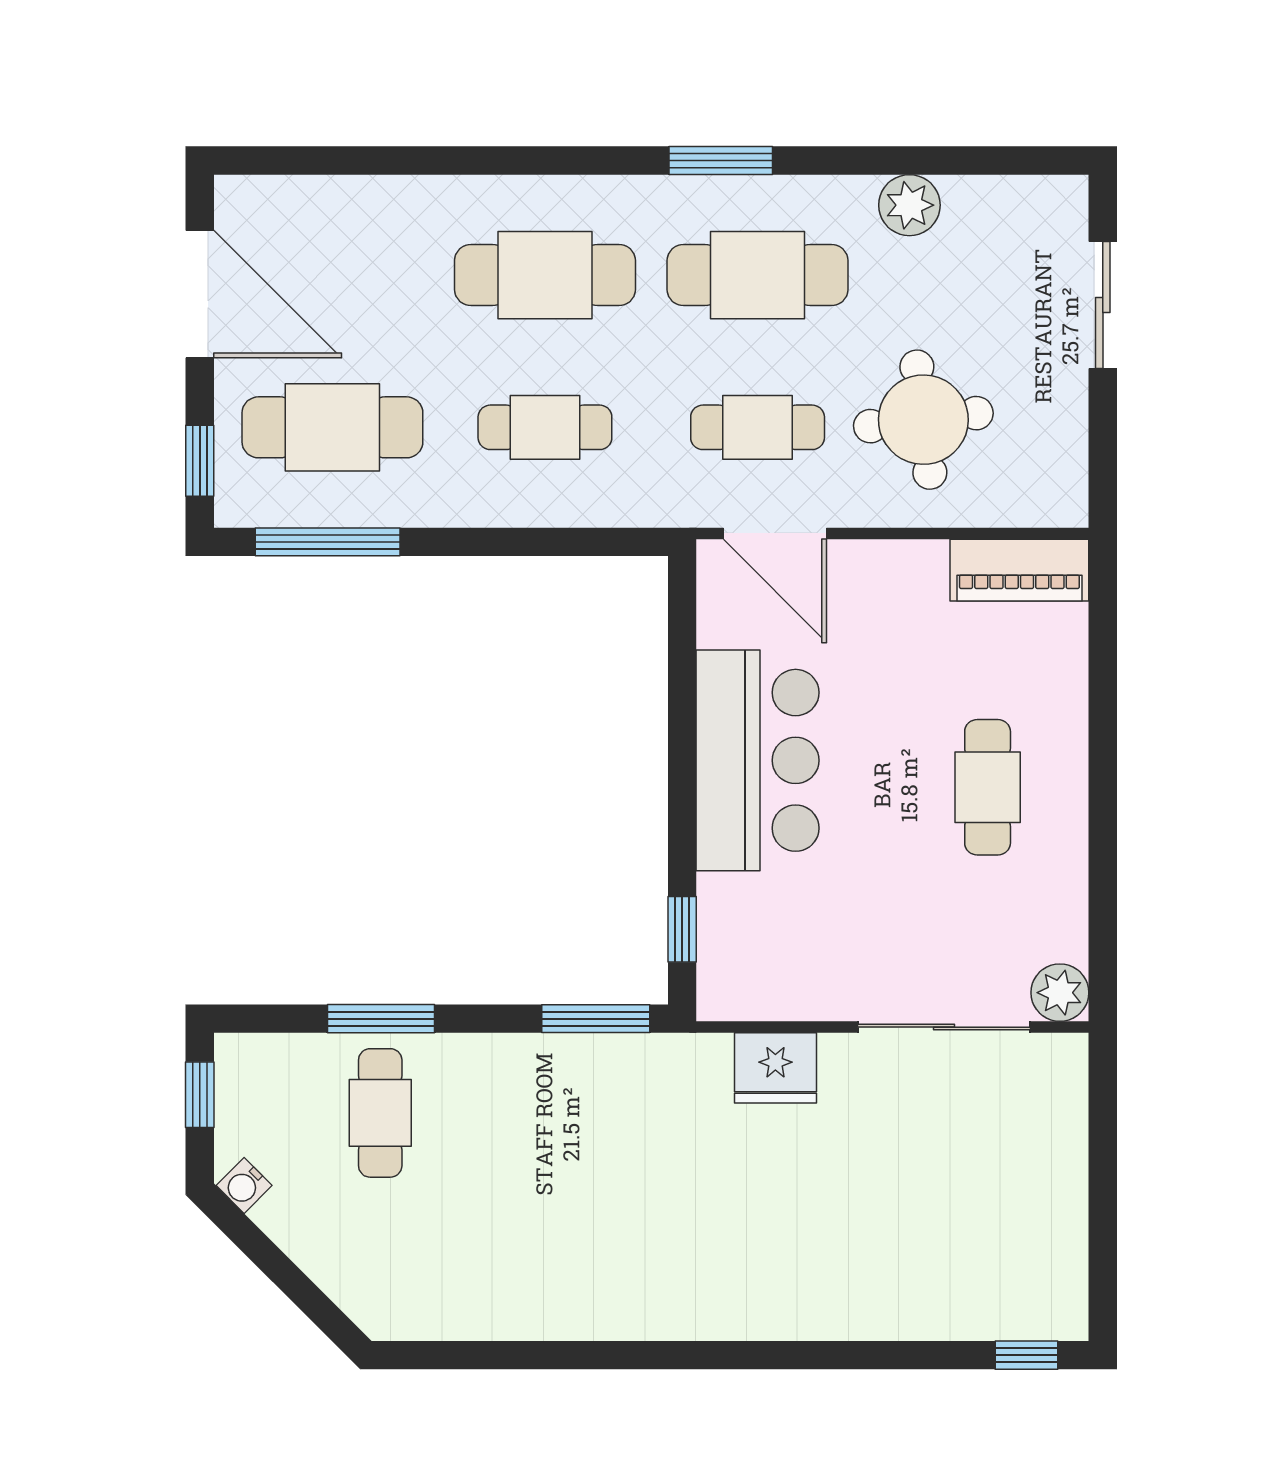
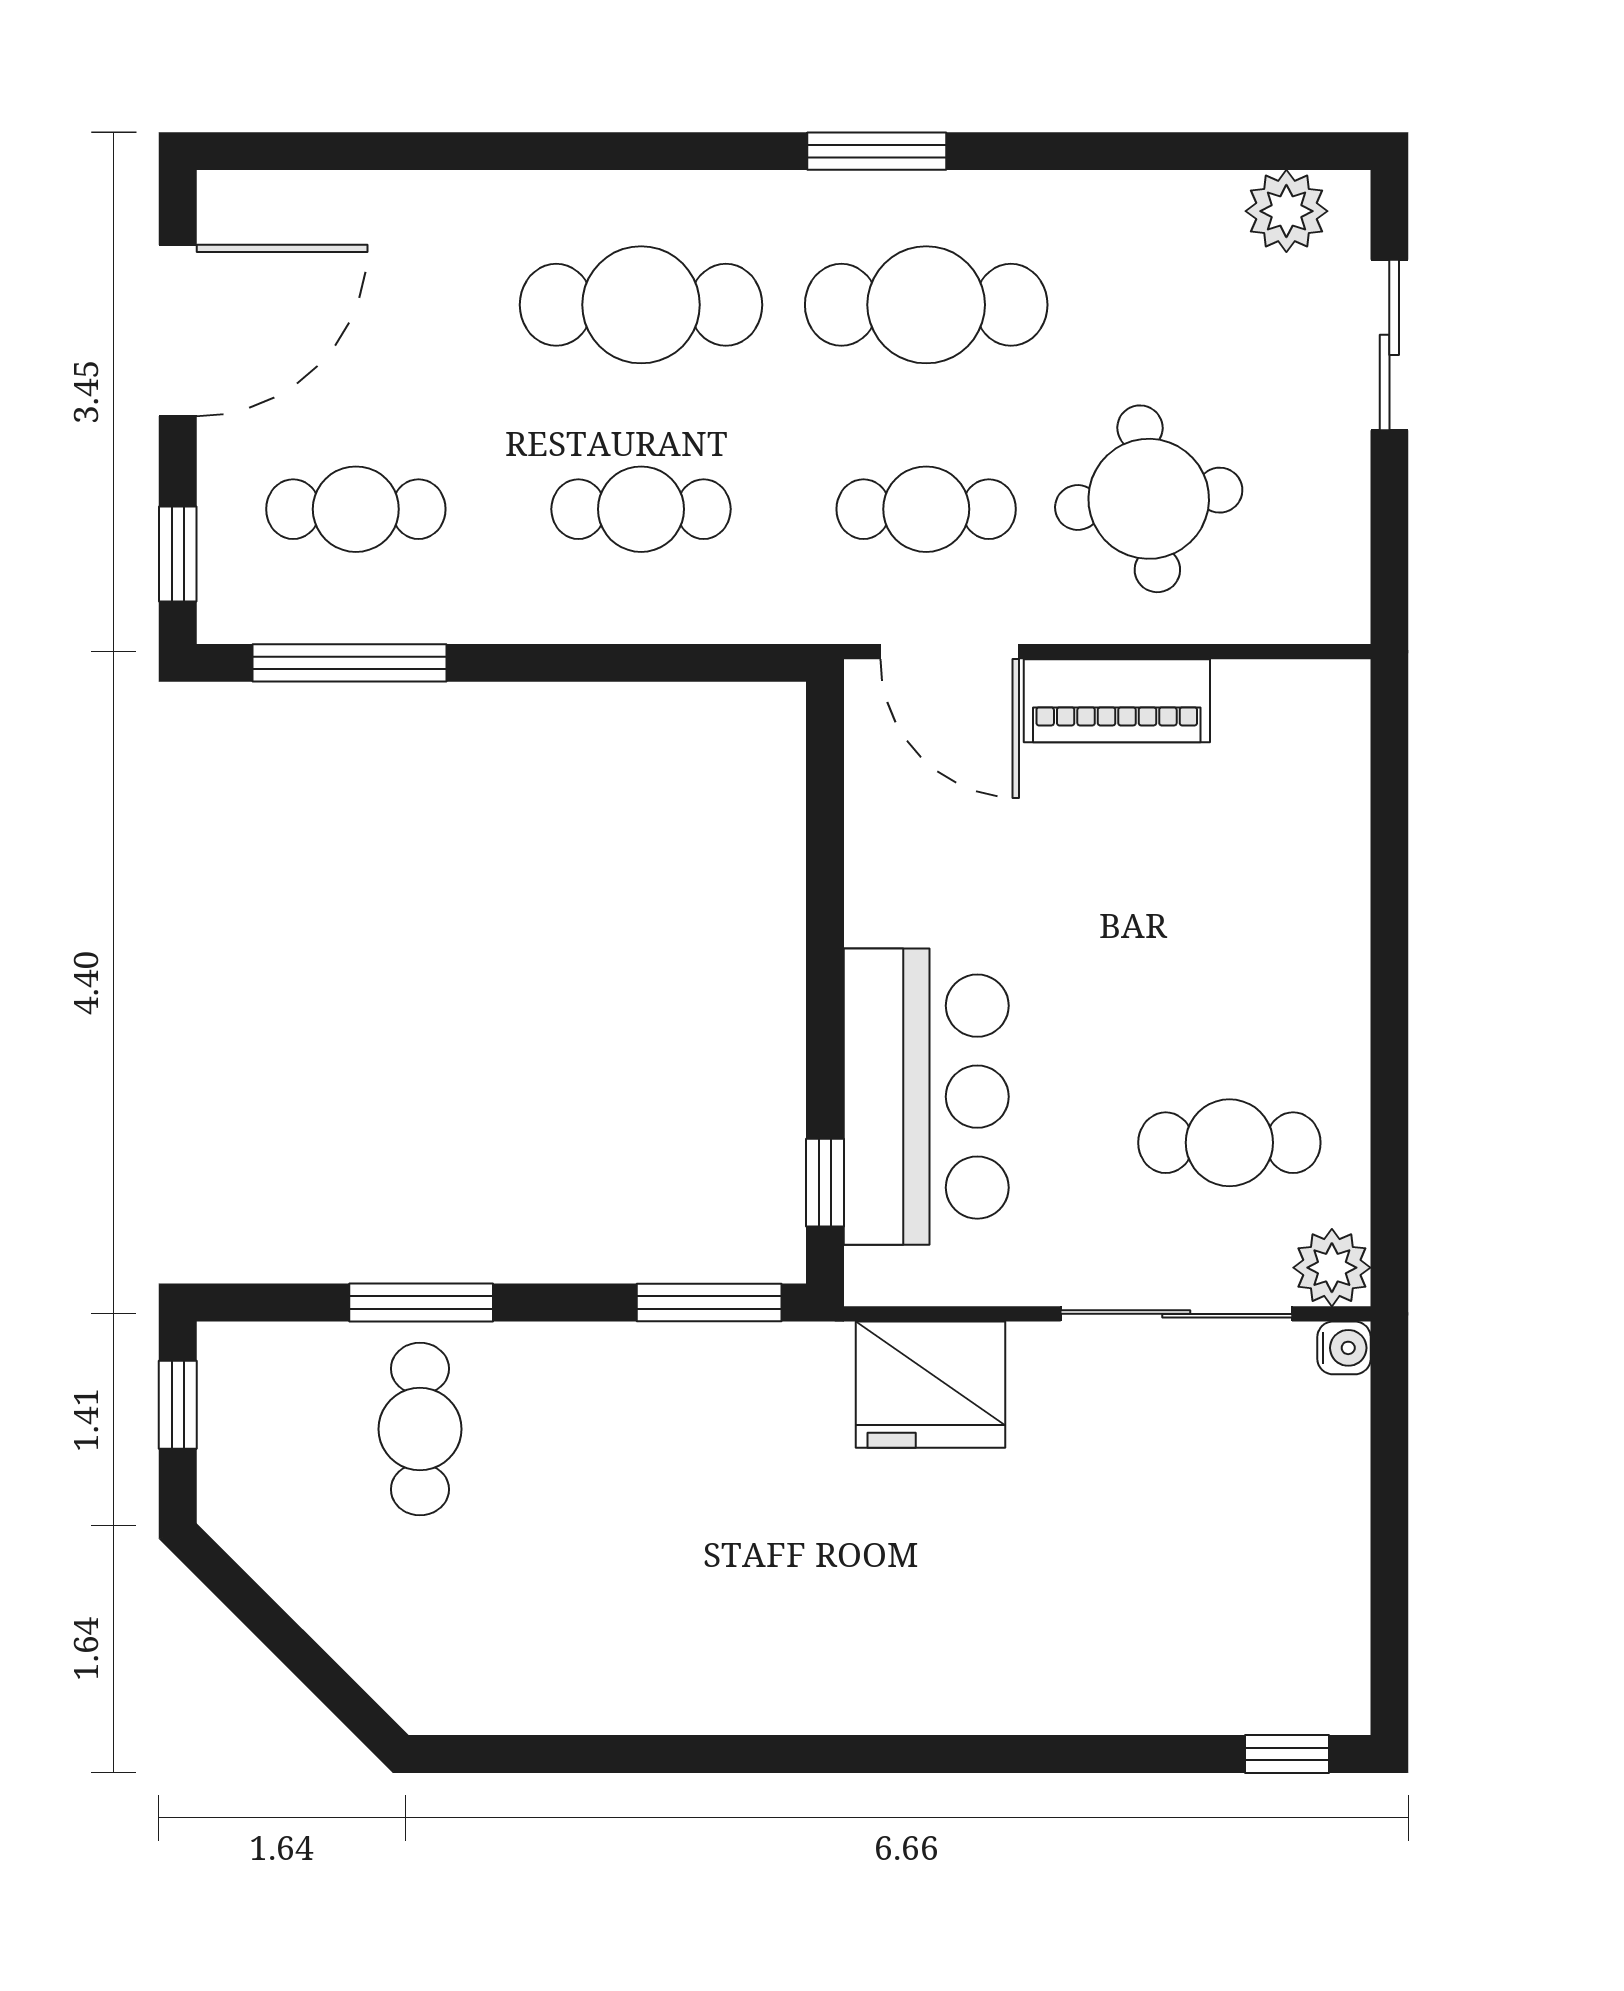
plant: (909, 205) -> (1286, 211), moved
door: (200, 294) -> (178, 331), hinge flipped
cafe table: (332, 427) -> (356, 509), width x0.73, depth x0.74
piano: (1019, 570) -> (1117, 701), moved
bar counter: (758, 760) -> (926, 1097), moved
cafe table: (988, 787) -> (1229, 1143), moved, turned 90
fridge: (775, 1068) -> (930, 1385), width x1.36, depth x1.34
water cooler: (244, 1185) -> (1344, 1348), moved, turned -135

